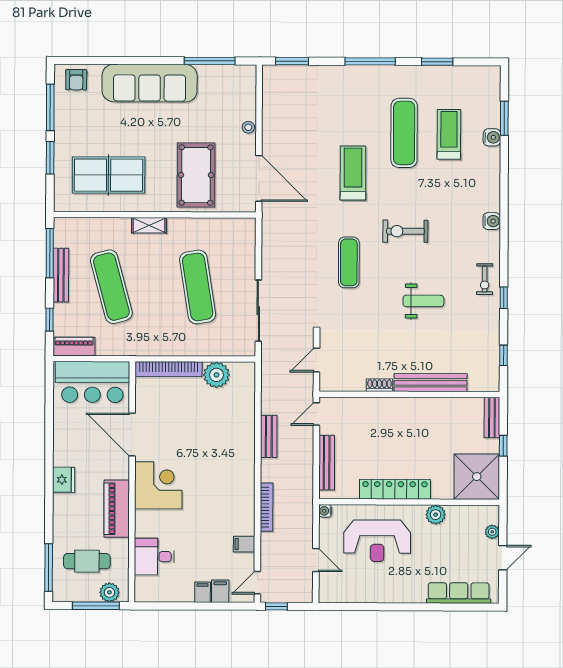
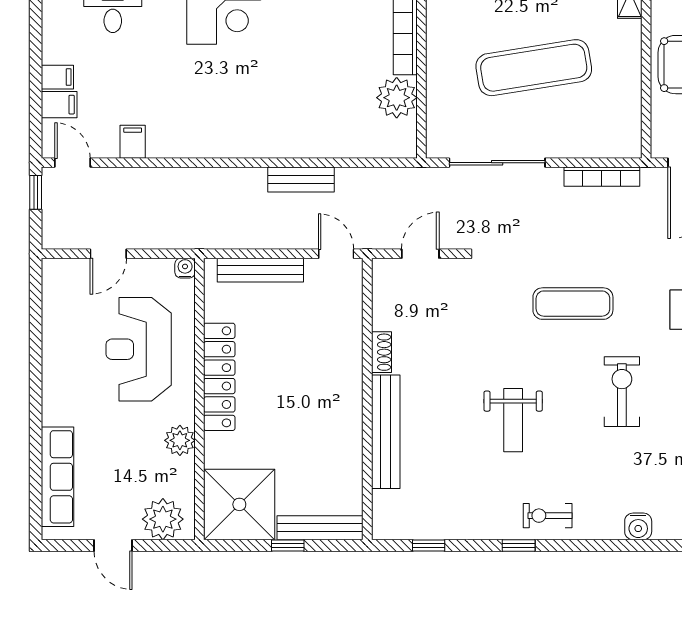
door: (317, 360) -> (420, 254), hinge flipped
bench: (492, 418) -> (320, 528), width x1.36
bookcase: (267, 507) -> (602, 177), moved
plant: (492, 532) -> (163, 519), width x1.88, depth x1.88

